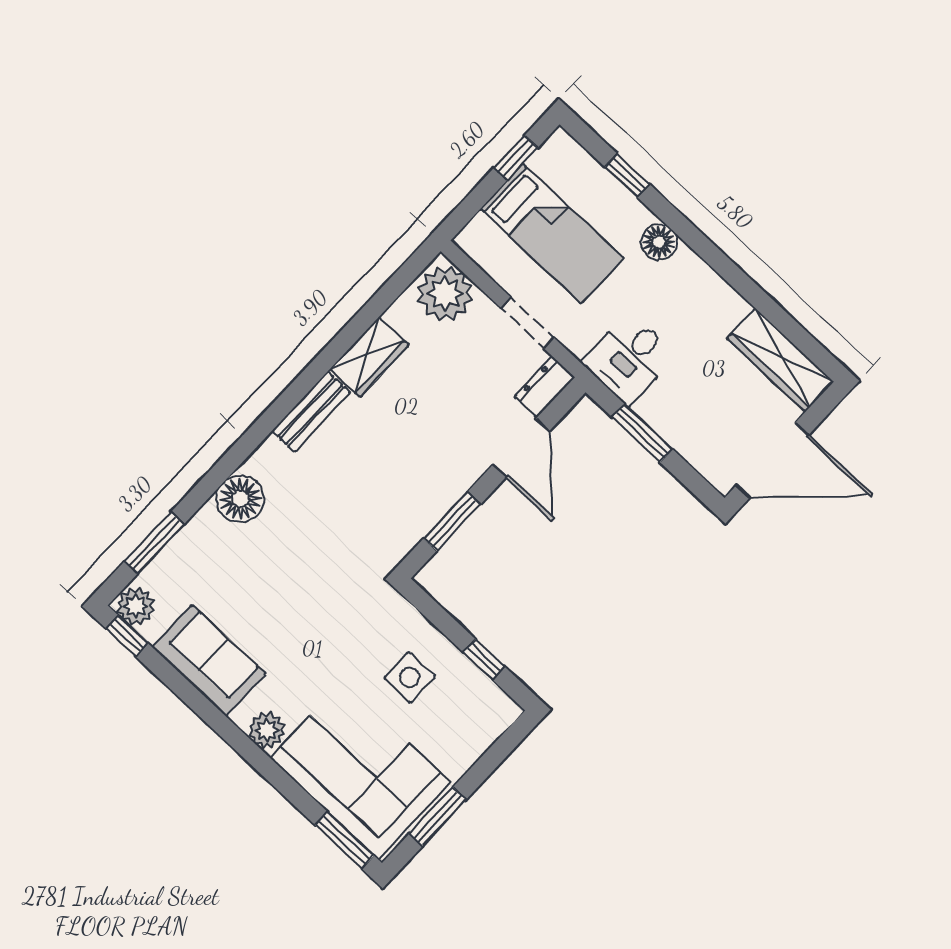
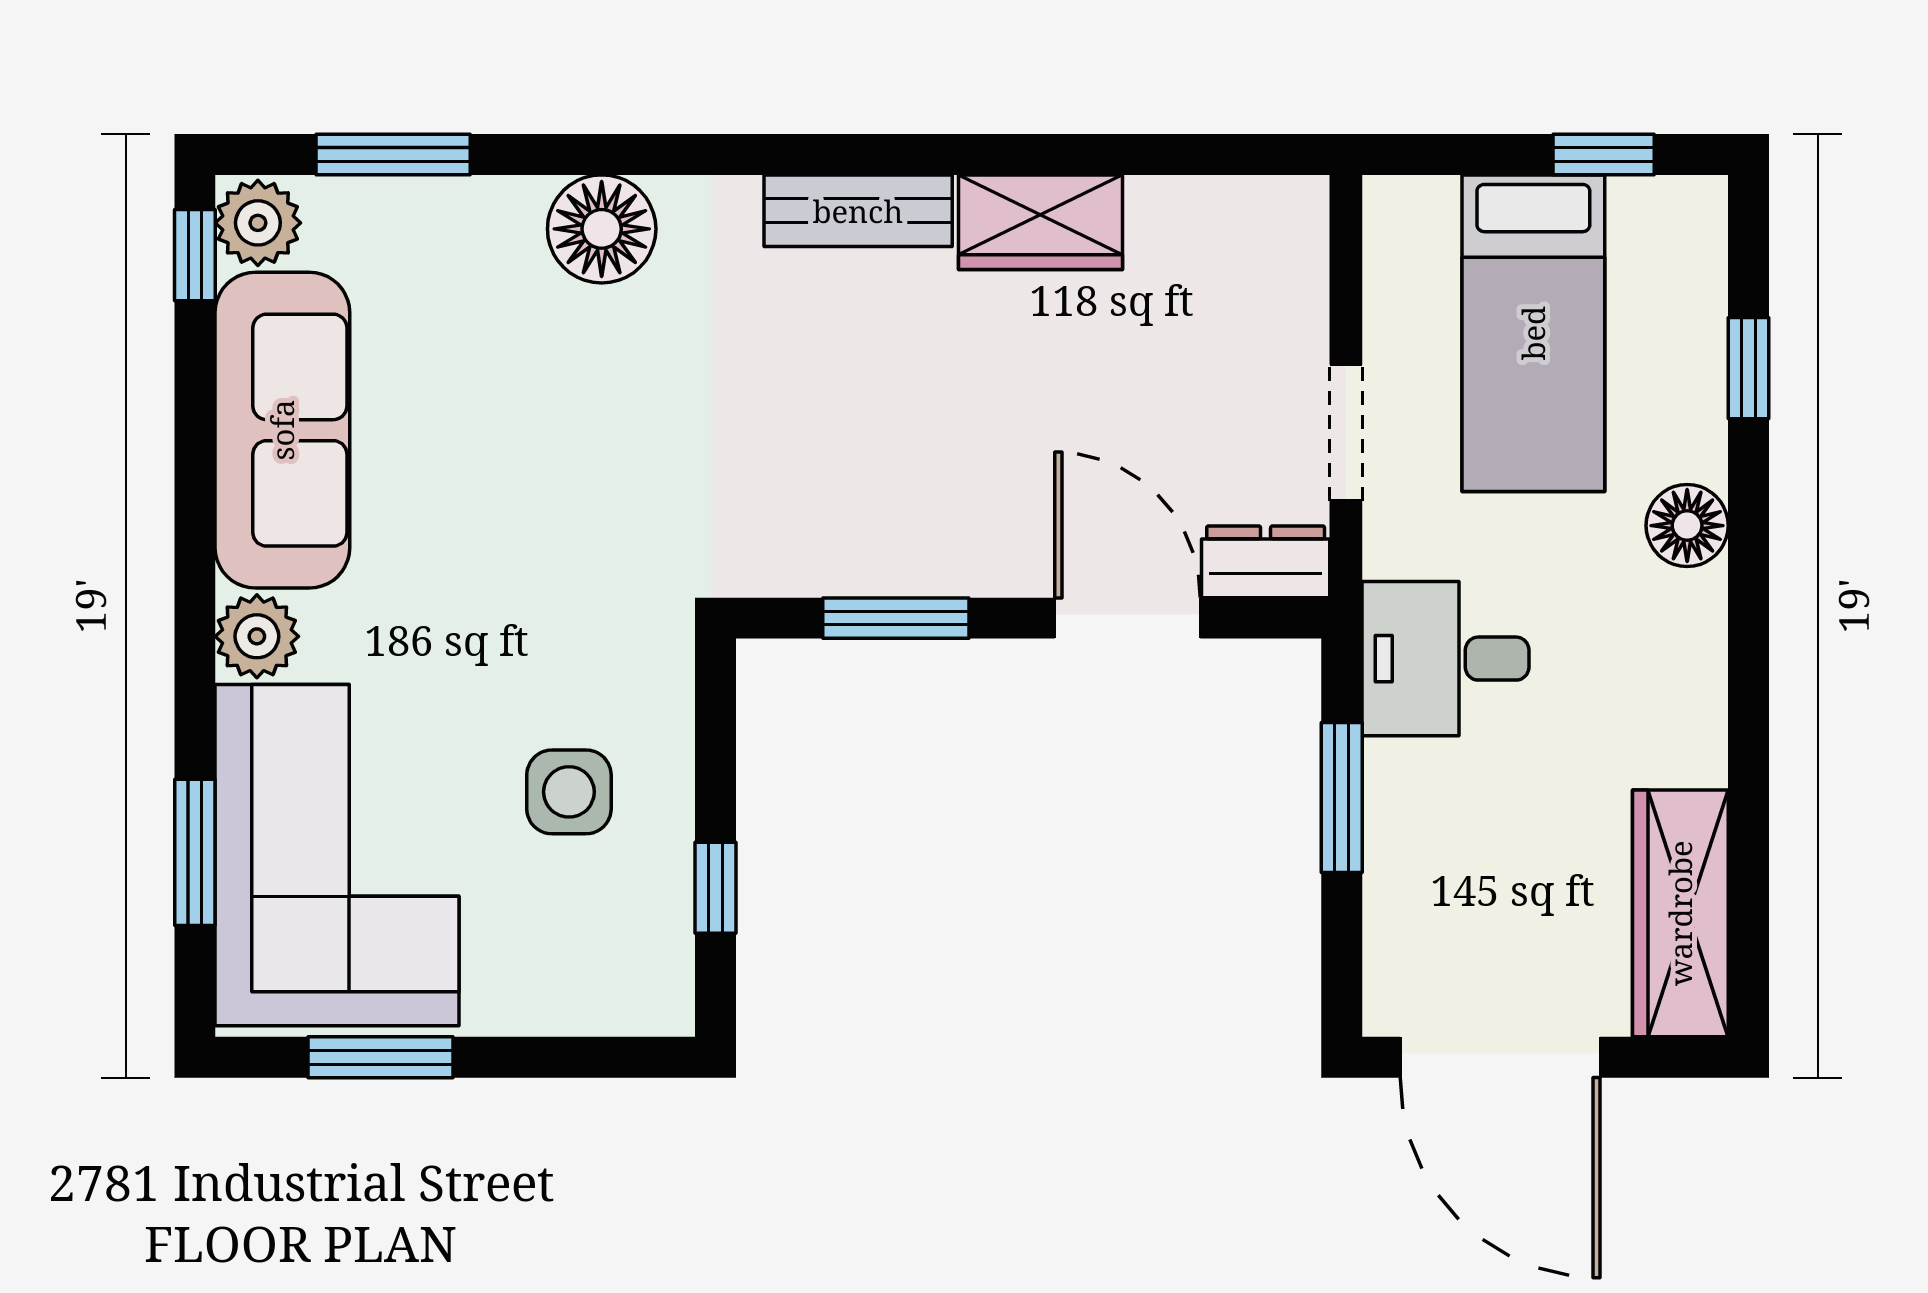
plant: (445, 293) -> (1266, 249), removed
door: (521, 448) -> (1128, 618), swing flipped
sofa: (209, 660) -> (282, 430), width x1.36
window: (345, 840) -> (195, 852), moved

